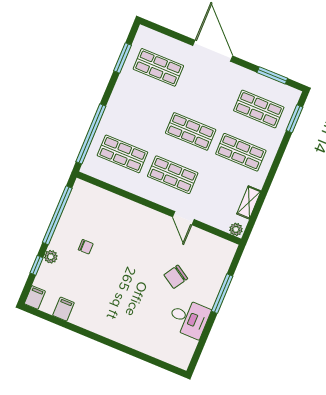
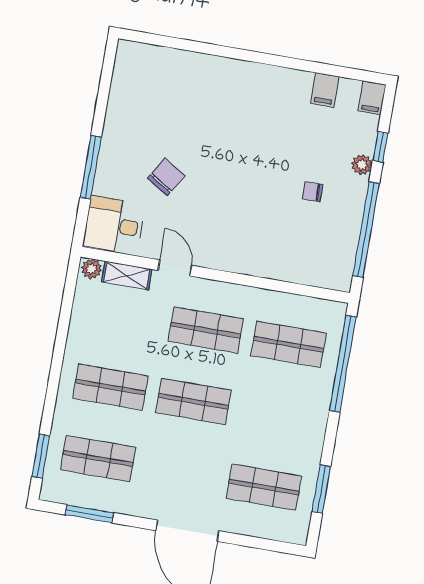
shelving: (249, 202) -> (127, 276), moved, turned 90
desk: (189, 318) -> (114, 225), moved

